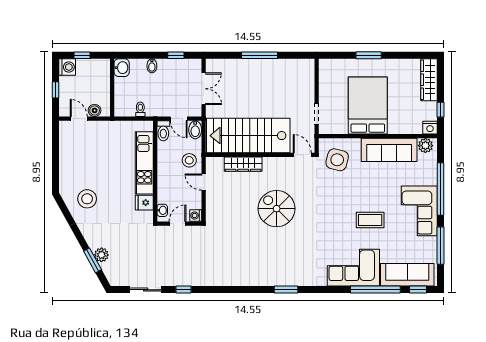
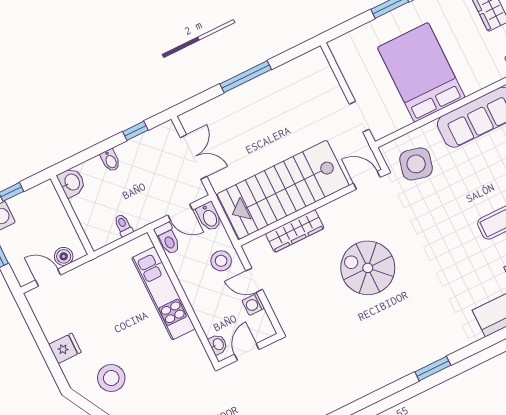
fridge: (144, 203) -> (65, 348), moved, turned 180
washing machine: (196, 216) -> (253, 304), moved

